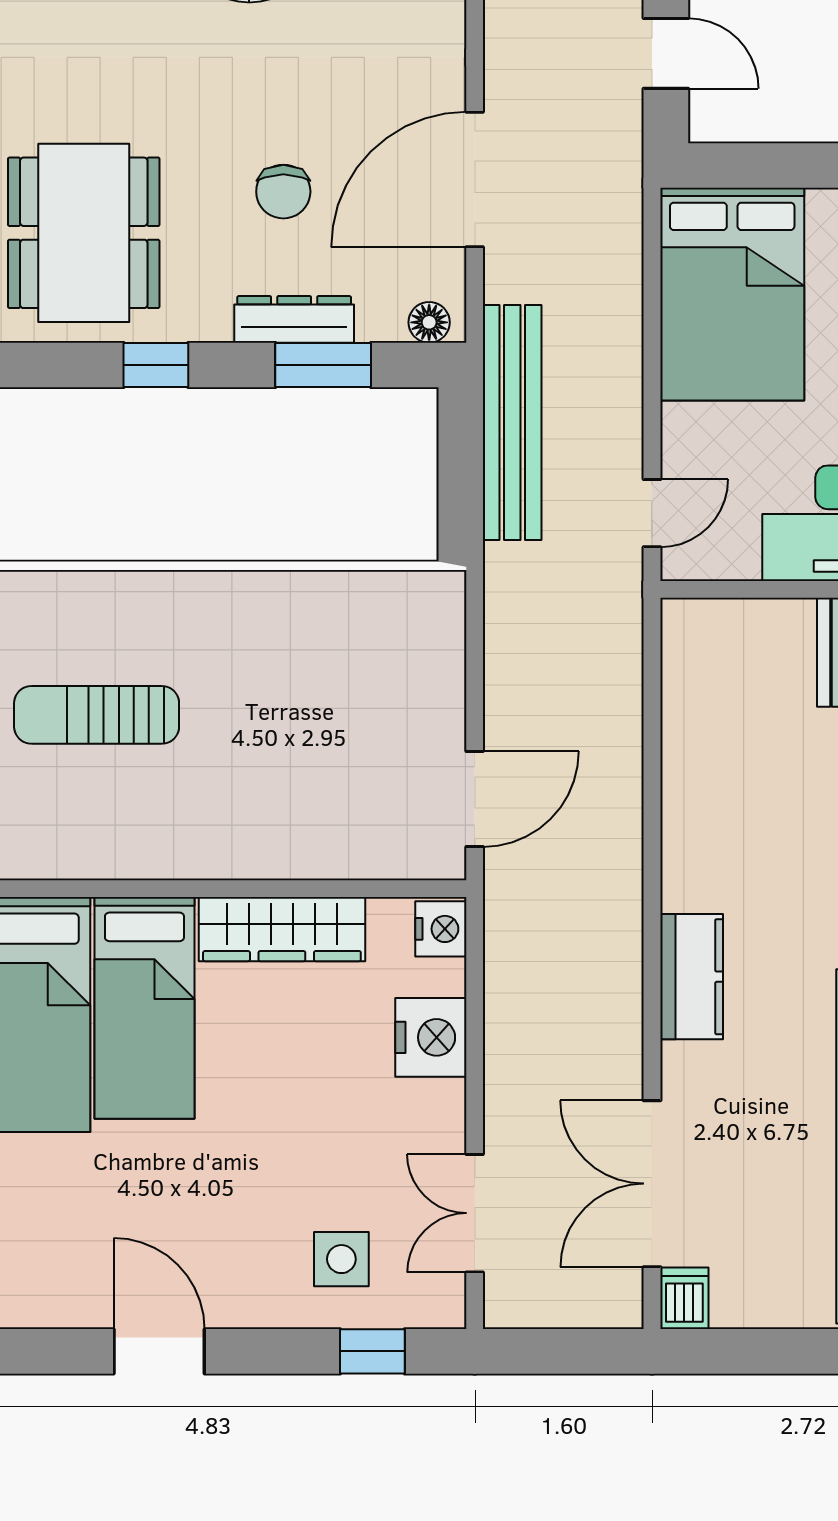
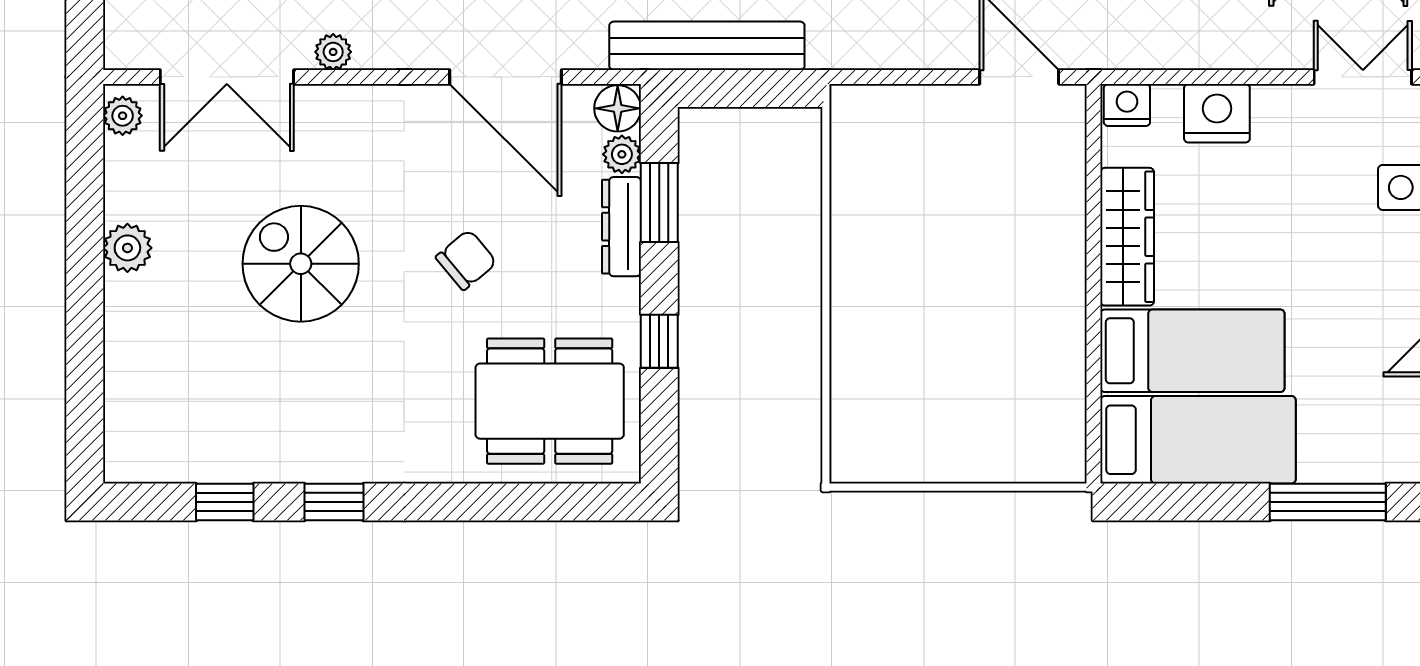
chair: (283, 192) -> (466, 260), moved, turned -40
plant: (381, 320) -> (622, 154), added
floor lamp: (429, 322) -> (618, 108), width x1.37, depth x1.37
sun lounger: (97, 715) -> (949, 390), removed
double door: (475, 1213) -> (1363, 77), swing flipped

